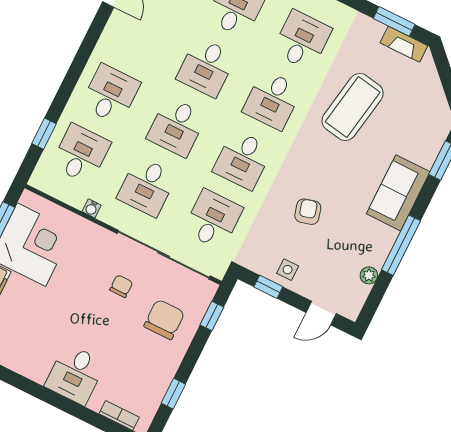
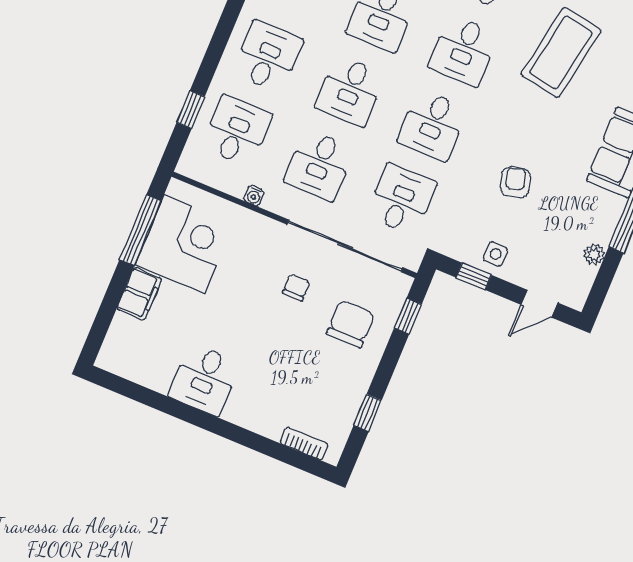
desk: (75, 374) -> (204, 379), moved

